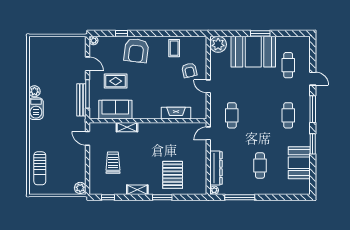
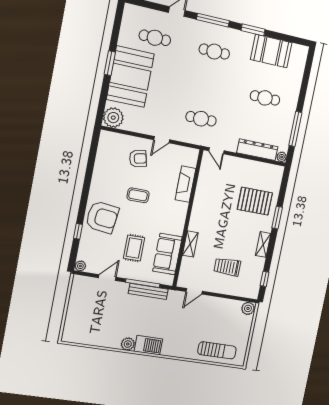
coffee table: (174, 48) -> (138, 195), moved

